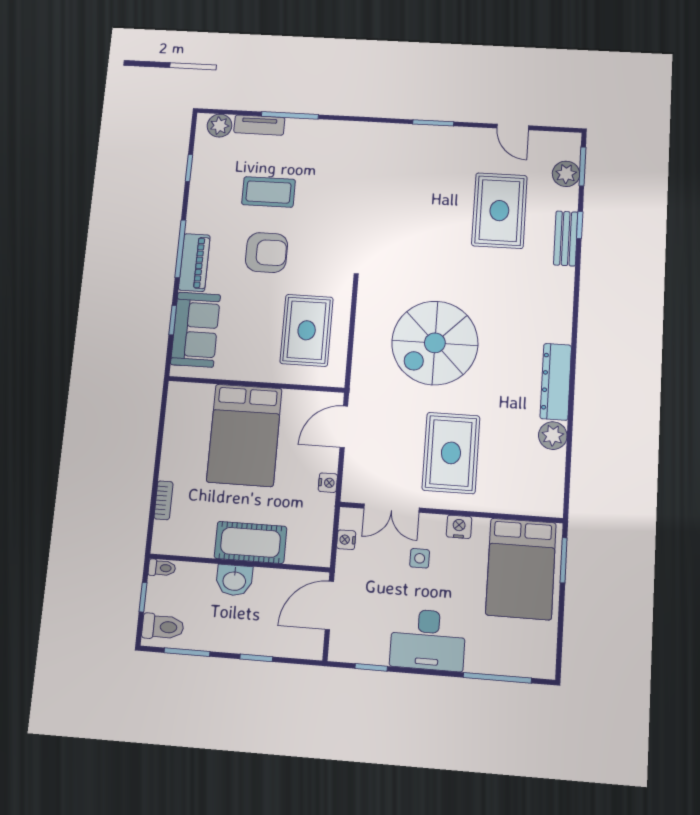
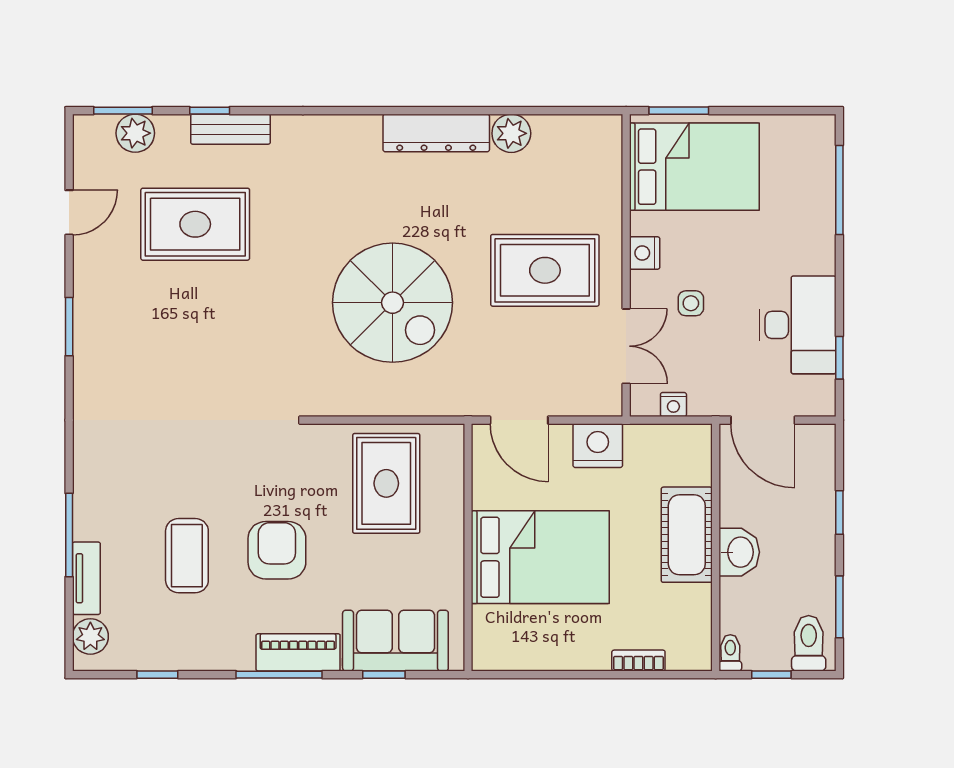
rug: (307, 330) -> (386, 483), turned 90
nightstand: (328, 483) -> (598, 446), width x1.89, depth x1.79
desk: (428, 640) -> (797, 325), moved

